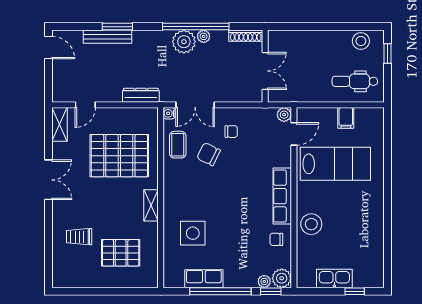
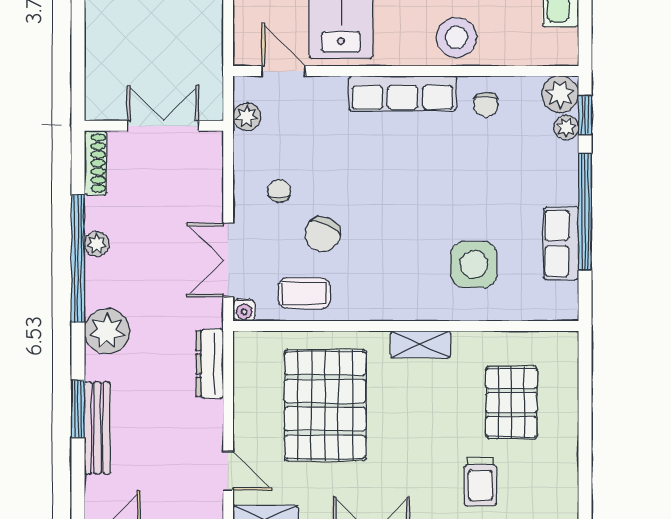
plant: (184, 42) -> (107, 331), moved
double door: (195, 105) -> (228, 260), swing flipped
plant: (284, 115) -> (247, 117), moved

